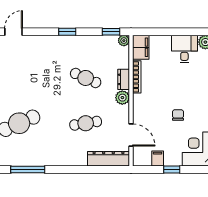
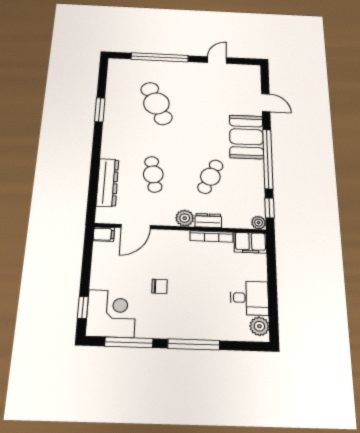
window: (67, 32) -> (268, 159), width x3.17
booth: (48, 49) -> (246, 137), added
dresser: (108, 159) -> (107, 182), moved
filing cabinet: (158, 159) -> (104, 234), moved
window: (28, 170) -> (100, 110), width x0.69
window: (172, 170) -> (83, 307), moved

